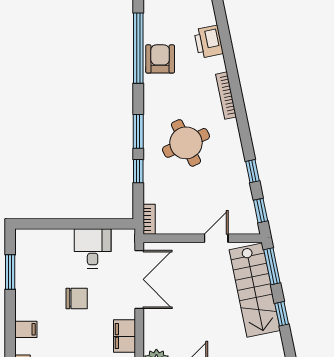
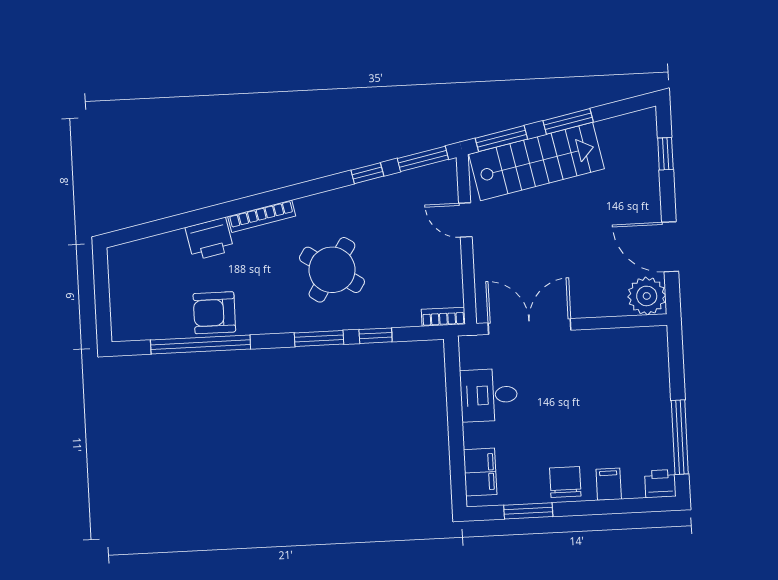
printer: (209, 42) -> (209, 239), moved
round table: (186, 143) -> (332, 270), turned -32
window: (261, 211) -> (423, 159), width x1.50
chair: (77, 299) -> (565, 482), moved
window: (282, 314) -> (568, 121), width x1.50
filing cabinet: (124, 336) -> (480, 472), moved, turned -90

